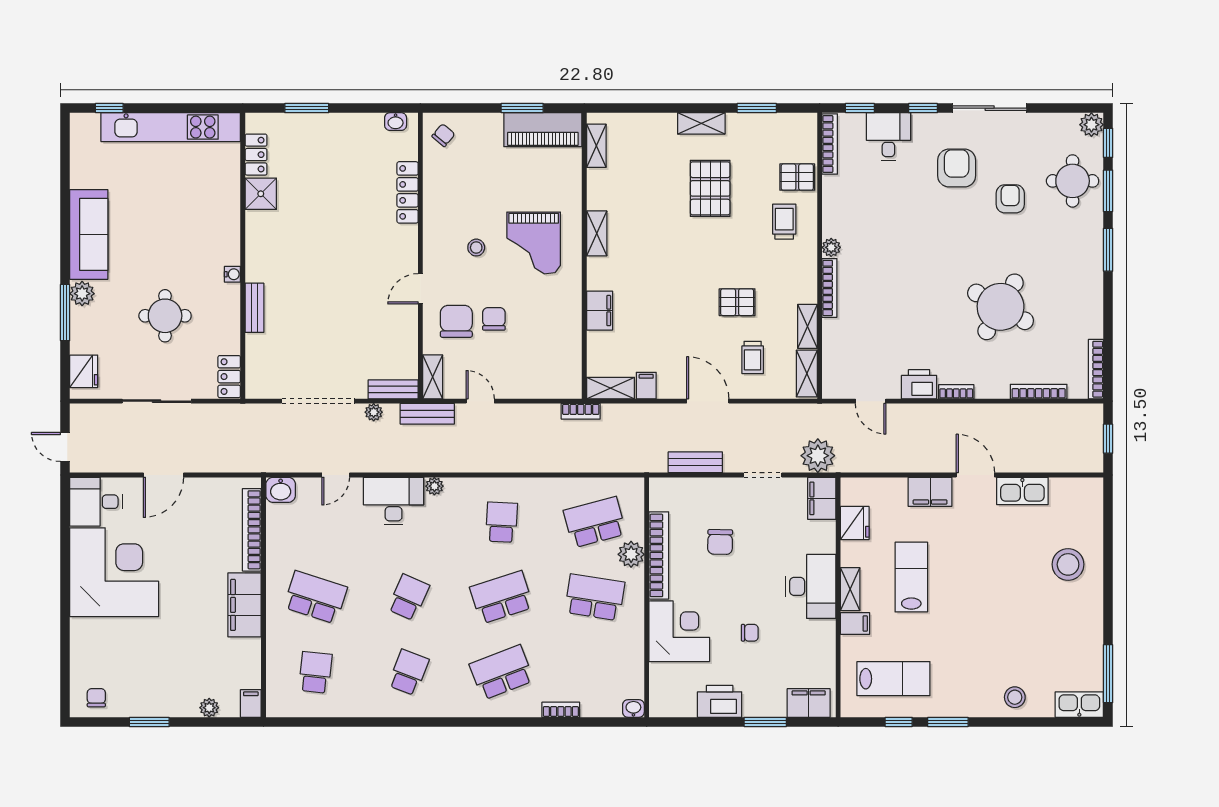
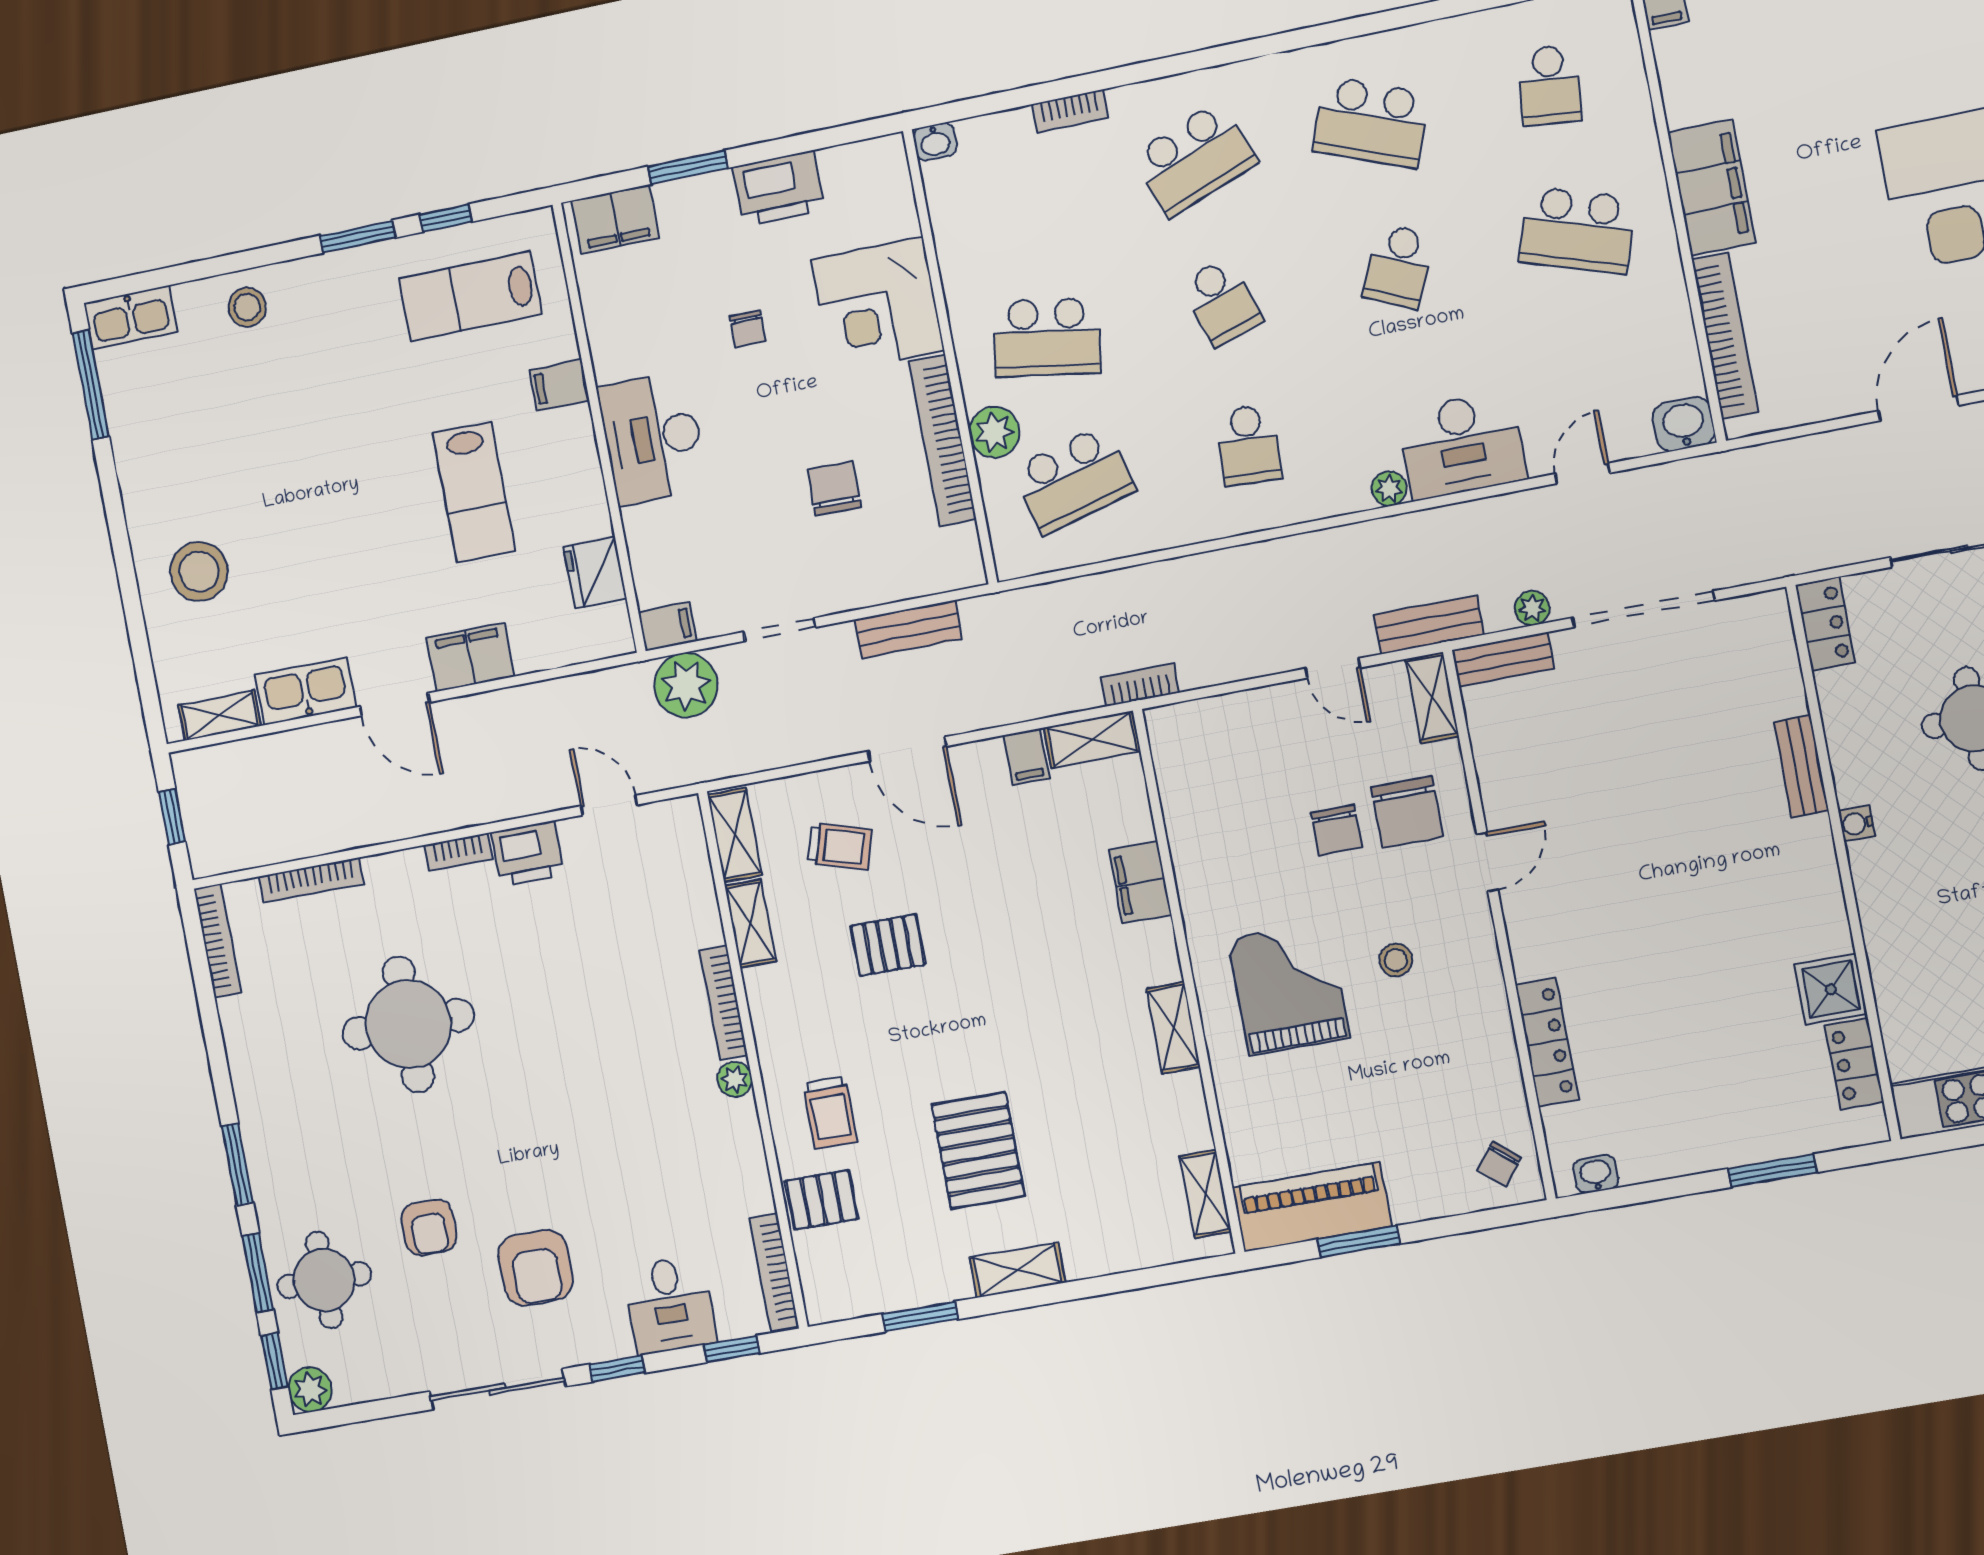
round table: (1001, 307) -> (408, 1024), turned -30
trolley: (753, 358) -> (840, 847), turned 107
filing cabinet: (822, 498) -> (667, 626), width x0.50
shelving: (850, 589) -> (220, 715), moved, turned 90
school desk: (502, 597) -> (1222, 302), width x0.54
chair: (750, 633) -> (748, 329), turned -90
school desk: (408, 672) -> (1371, 122), width x1.85

